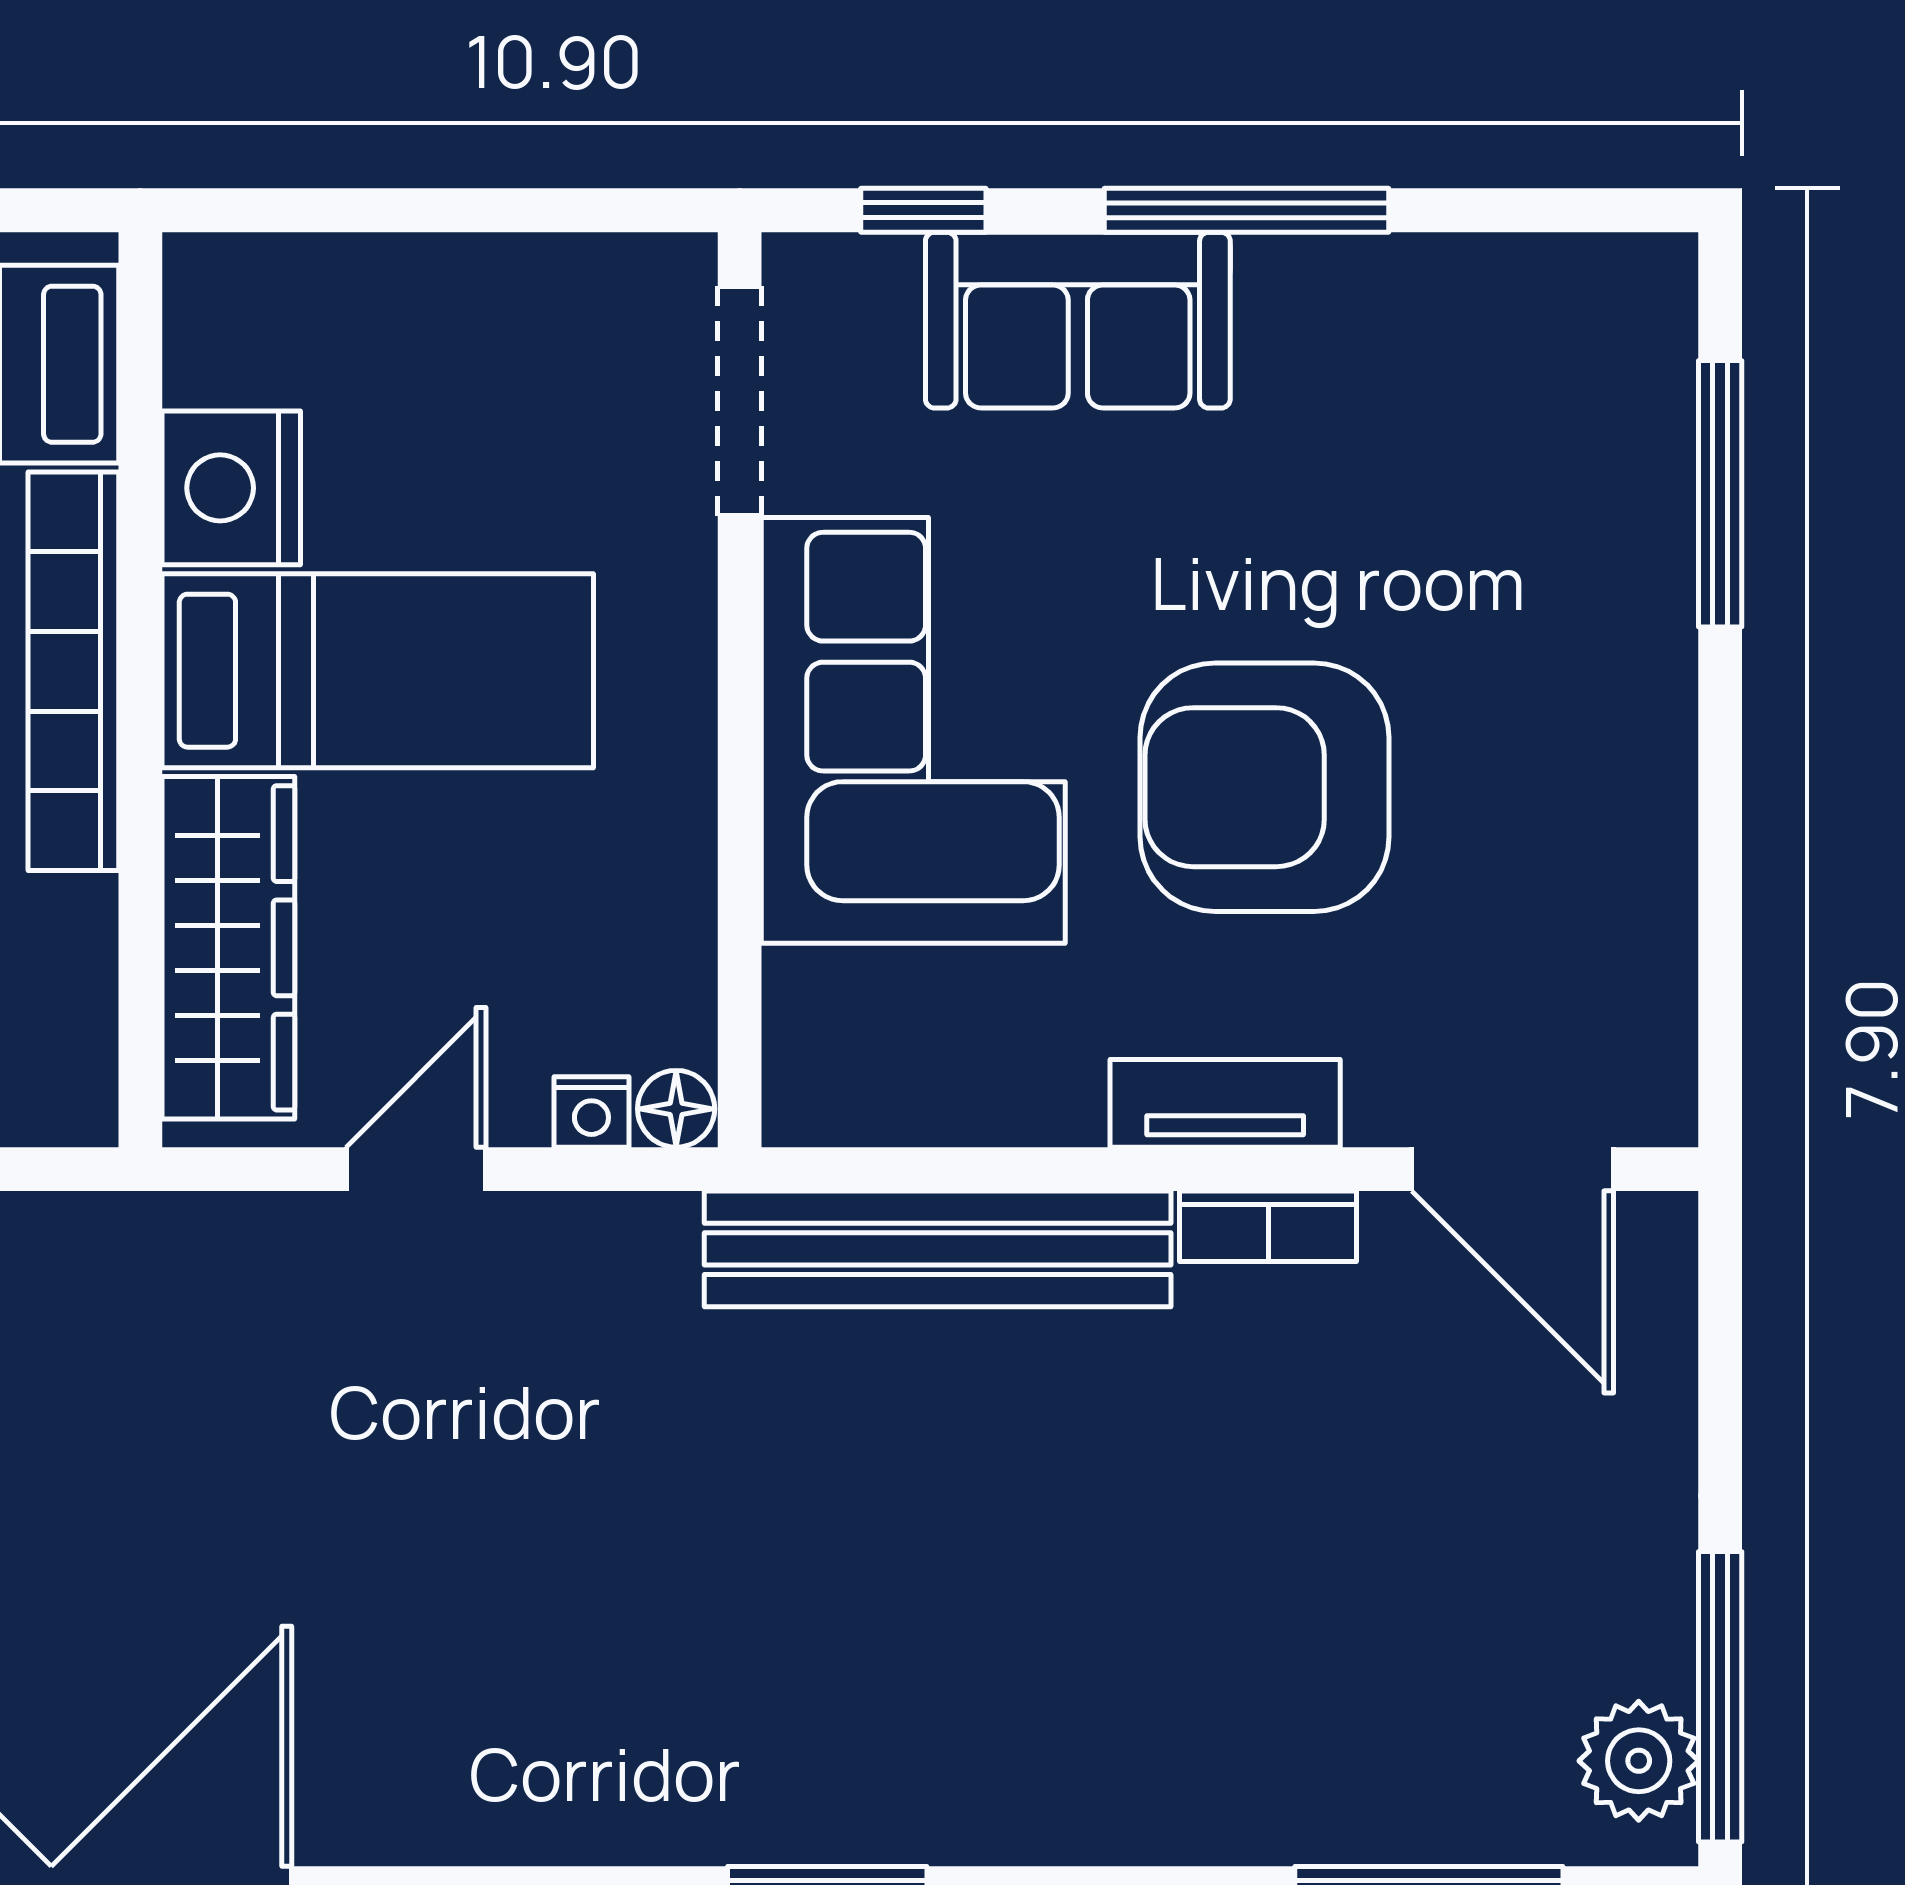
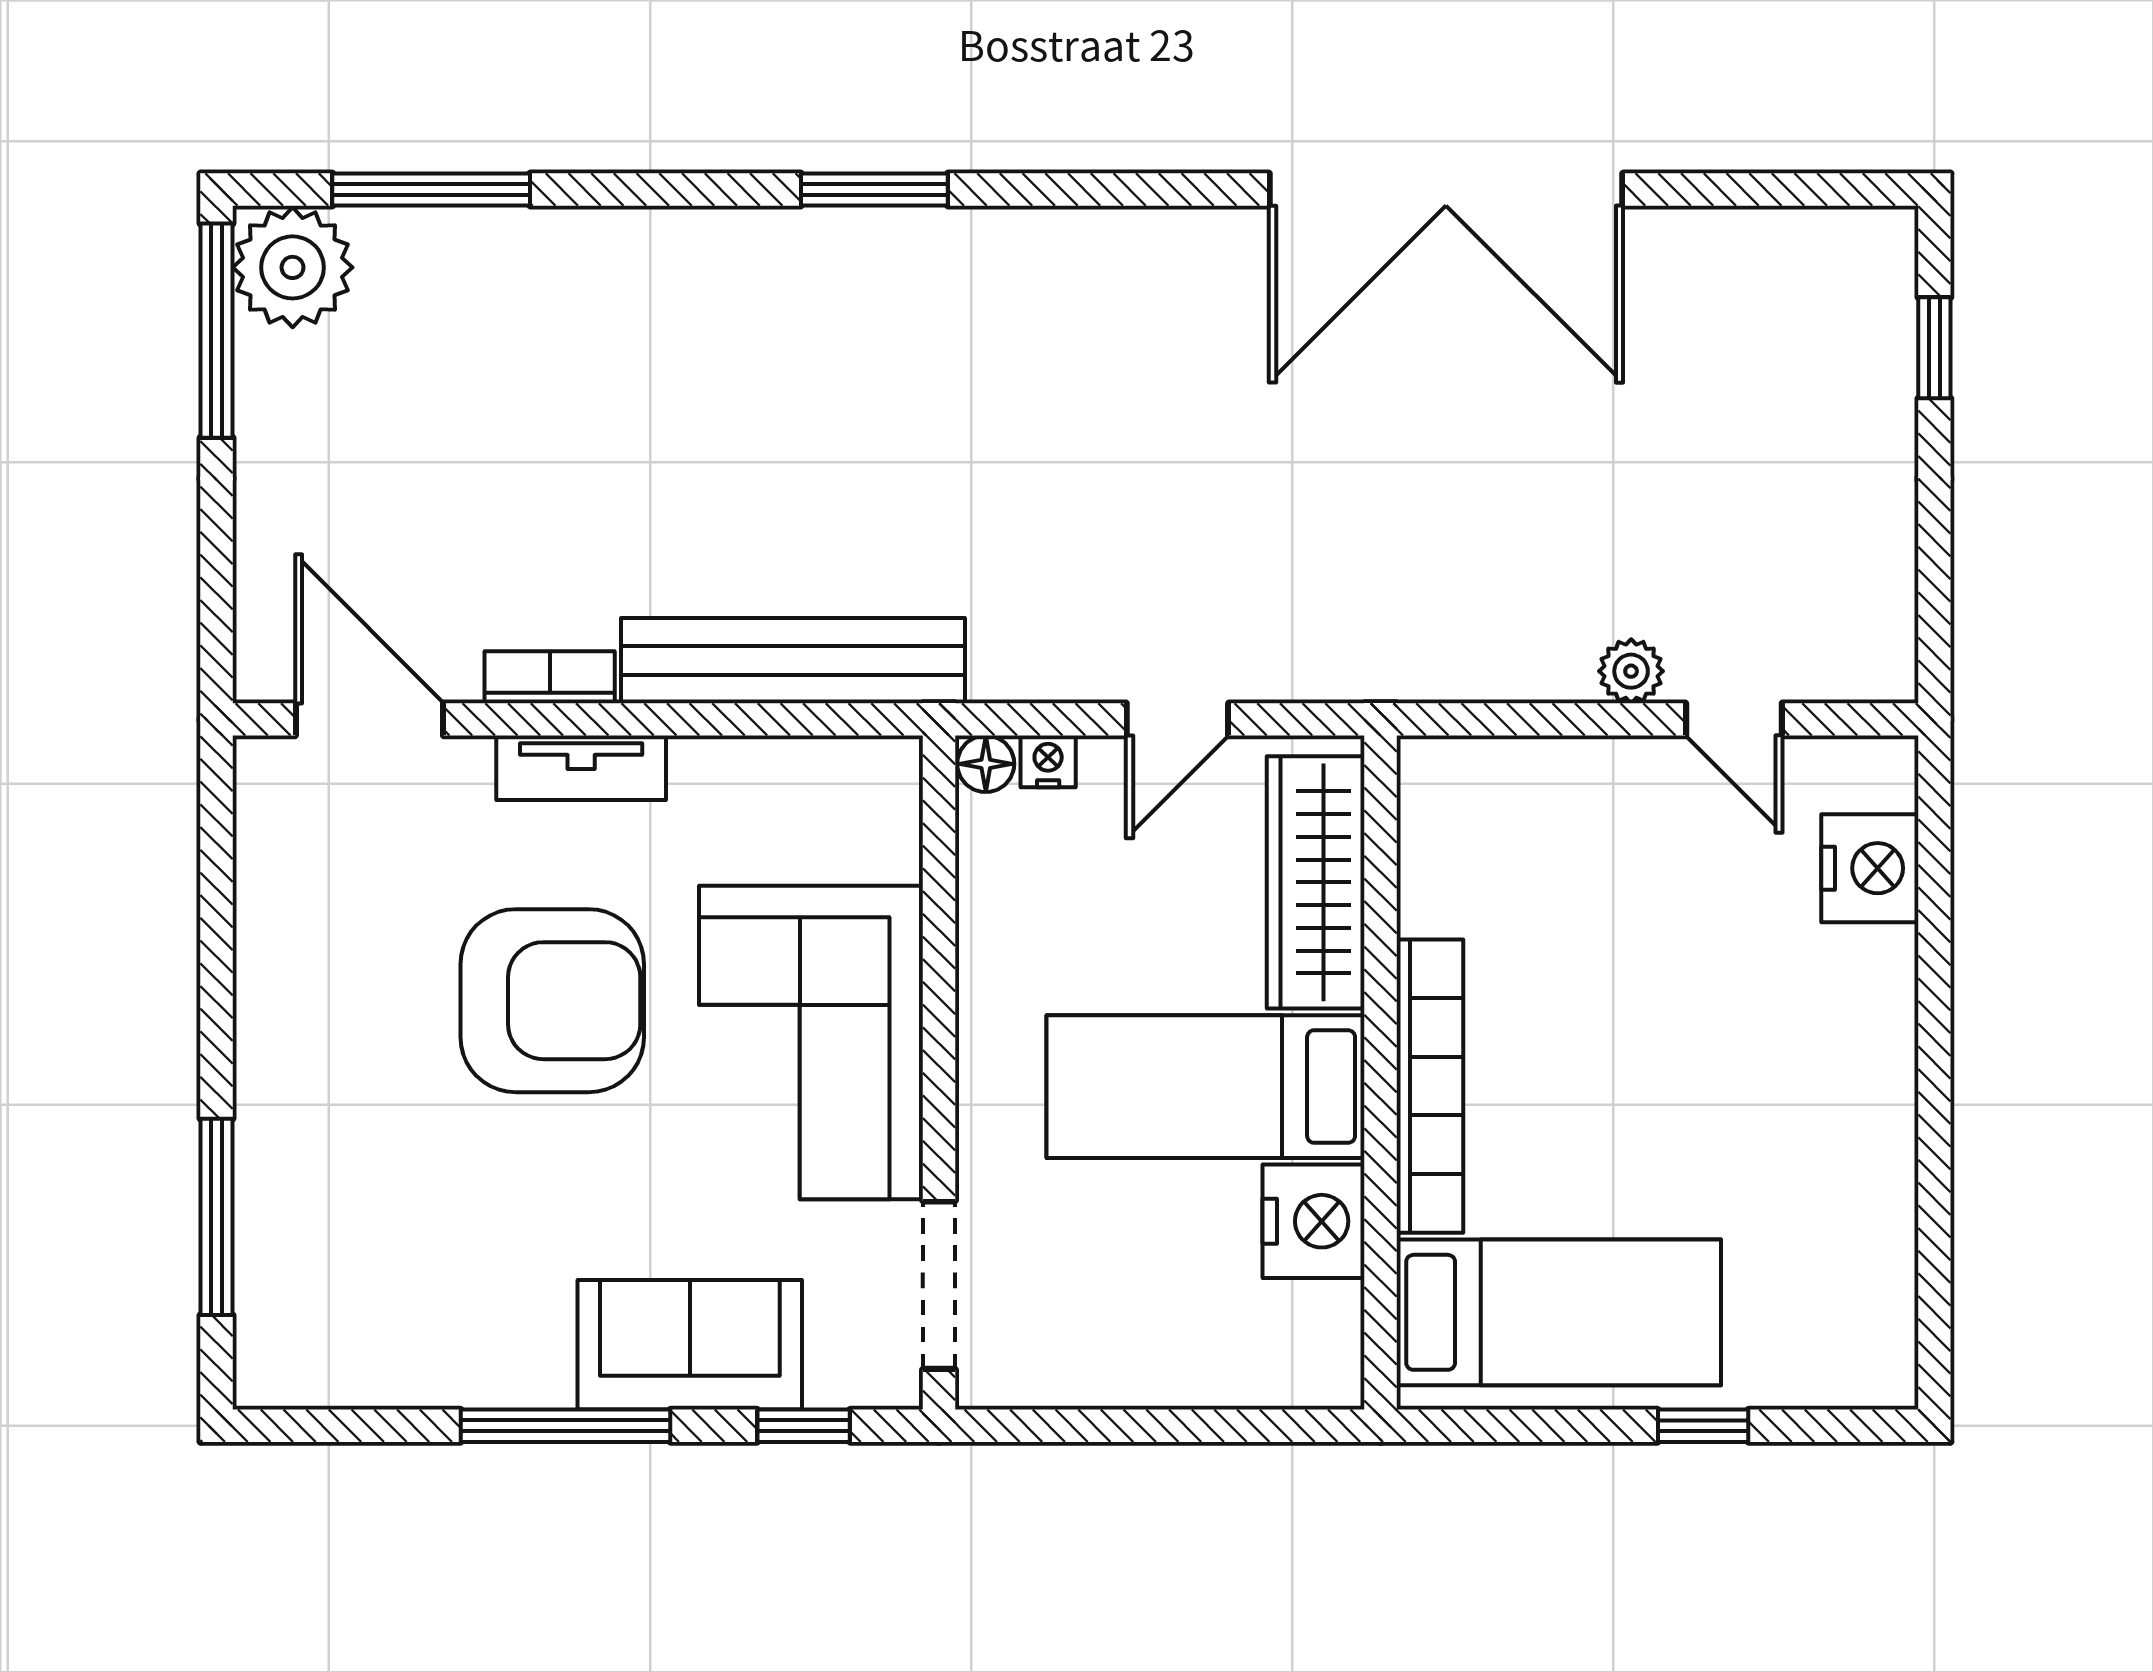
plant: (1639, 1761) -> (293, 267), width x1.36, depth x1.36

